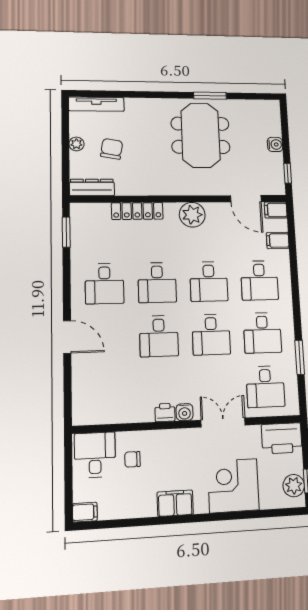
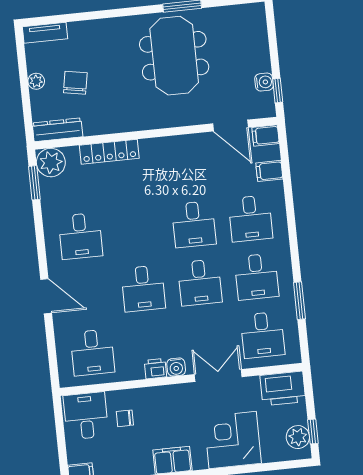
tv unit: (96, 104) -> (45, 33), width x0.71
water cooler: (275, 144) -> (264, 82), moved
plant: (192, 215) -> (51, 163), moved
desk: (157, 283) -> (92, 352), moved

